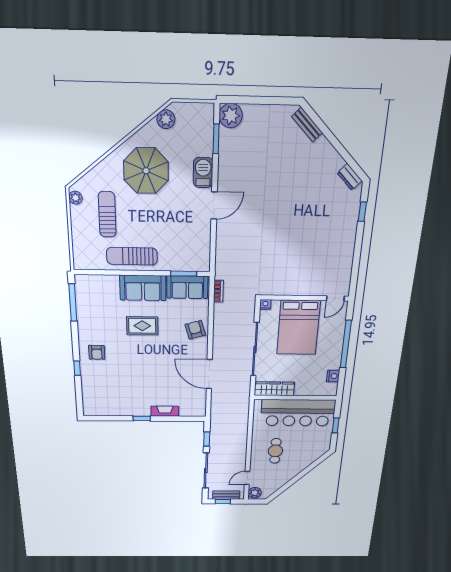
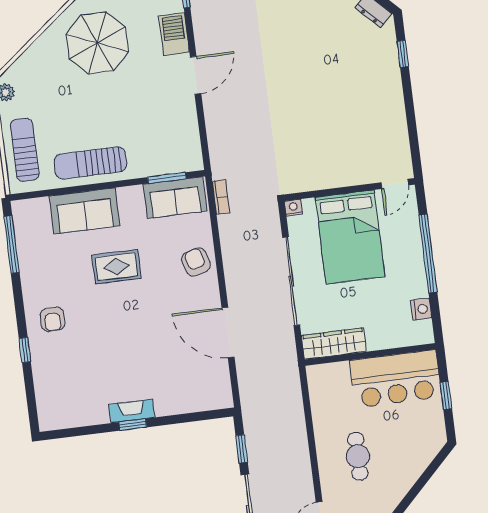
sun lounger: (107, 214) -> (25, 150), moved
sofa: (143, 288) -> (85, 211), moved
fireplace: (165, 411) -> (132, 411), moved
bar counter: (298, 413) -> (396, 379), width x0.73

